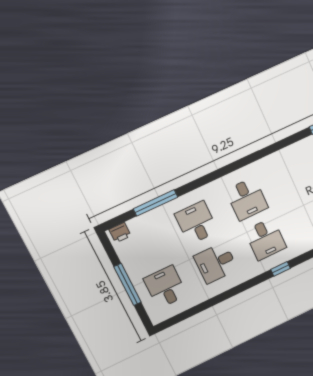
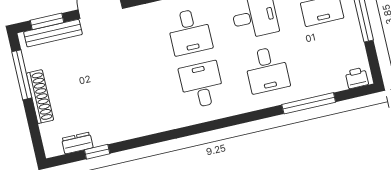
desk: (265, 239) -> (190, 32), turned 180

